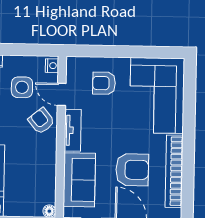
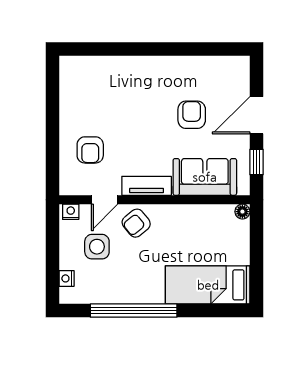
corner sofa: (157, 95) -> (104, 87), removed
armchair: (132, 170) -> (192, 115), width x0.72, depth x0.72
bookcase: (174, 171) -> (192, 65), removed

